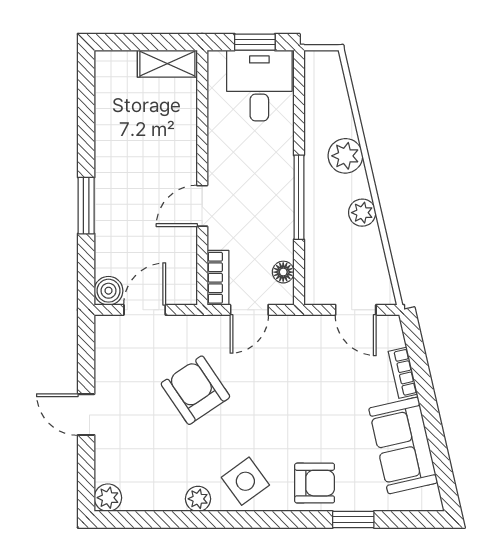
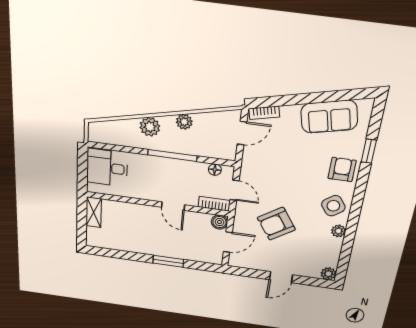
window: (255, 42) -> (82, 167), removed
boiler: (109, 291) -> (219, 222), moved
door: (145, 310) -> (228, 242), swing flipped
bookcase: (403, 373) -> (264, 113), moved

